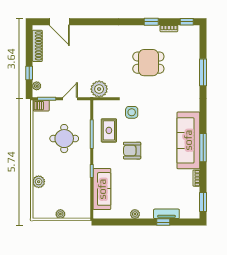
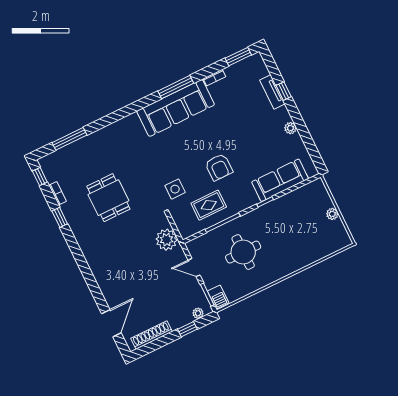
window: (203, 72) -> (70, 139), moved
plant: (39, 182) -> (307, 257), removed

